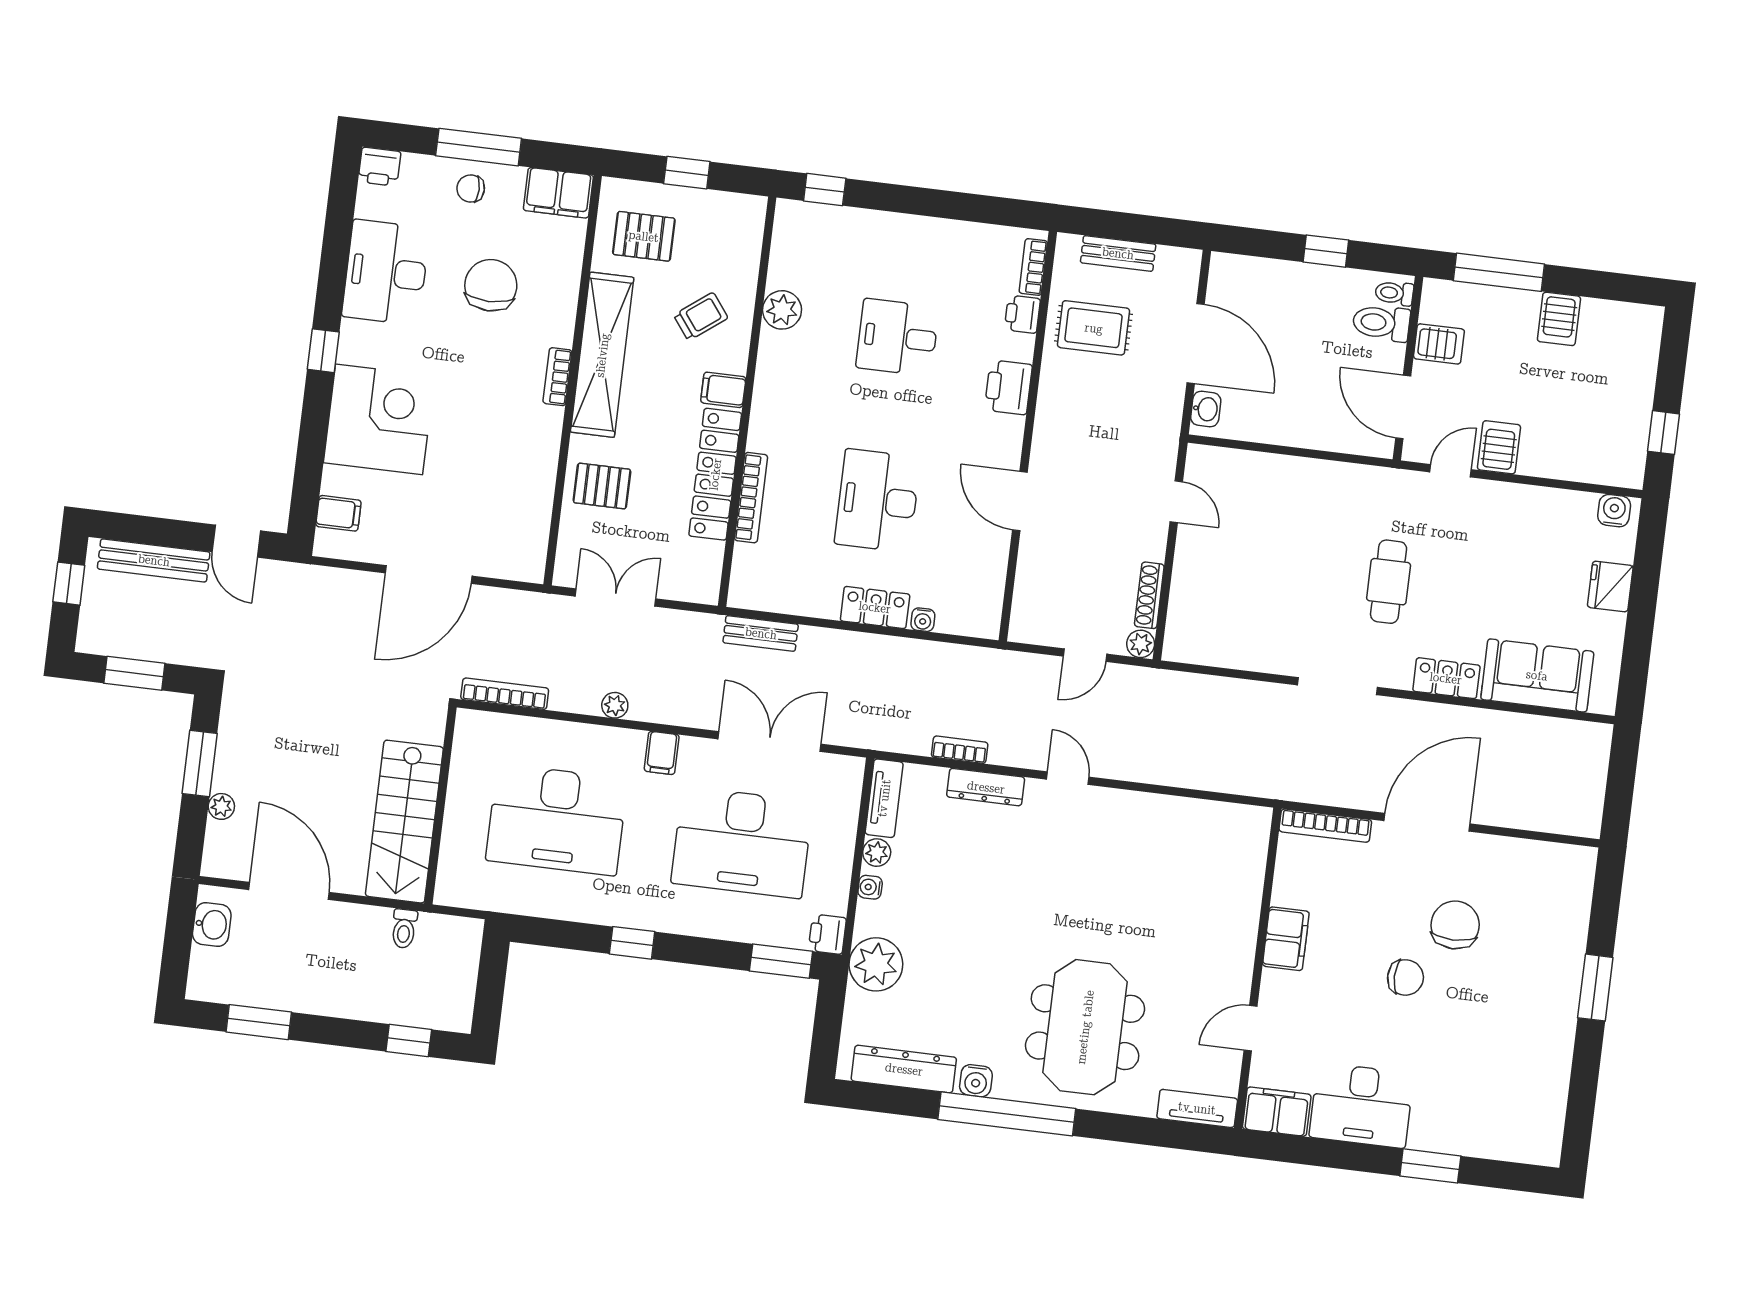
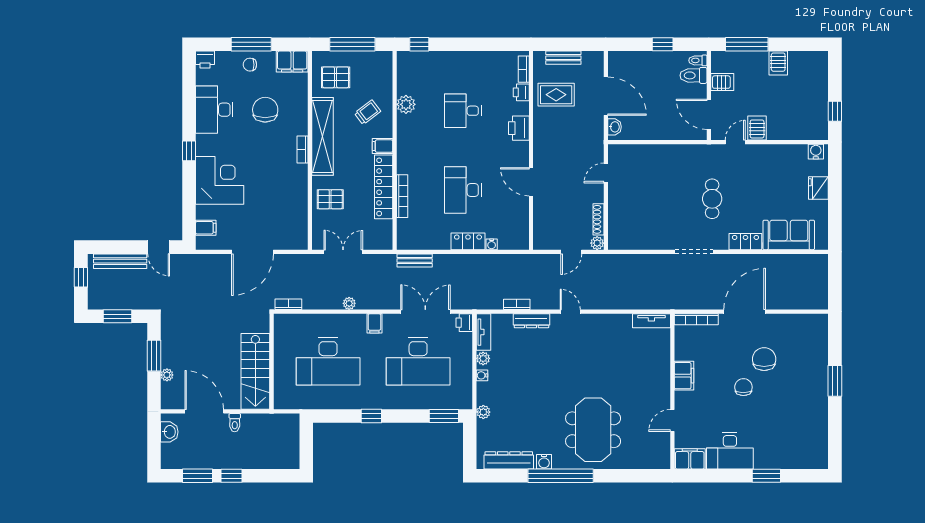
window: (687, 173) -> (352, 44), width x2.17
door: (1176, 502) -> (606, 173), swing flipped
bookcase: (505, 694) -> (288, 304), width x0.64
toilet: (404, 929) -> (235, 423), moved
printer: (827, 934) -> (464, 323), moved
plant: (876, 964) -> (483, 412), width x0.53, depth x0.53
chair: (1405, 977) -> (743, 387), turned -90
window: (409, 1041) -> (231, 476), moved
tv unit: (1197, 1108) -> (651, 321), moved, turned 180

